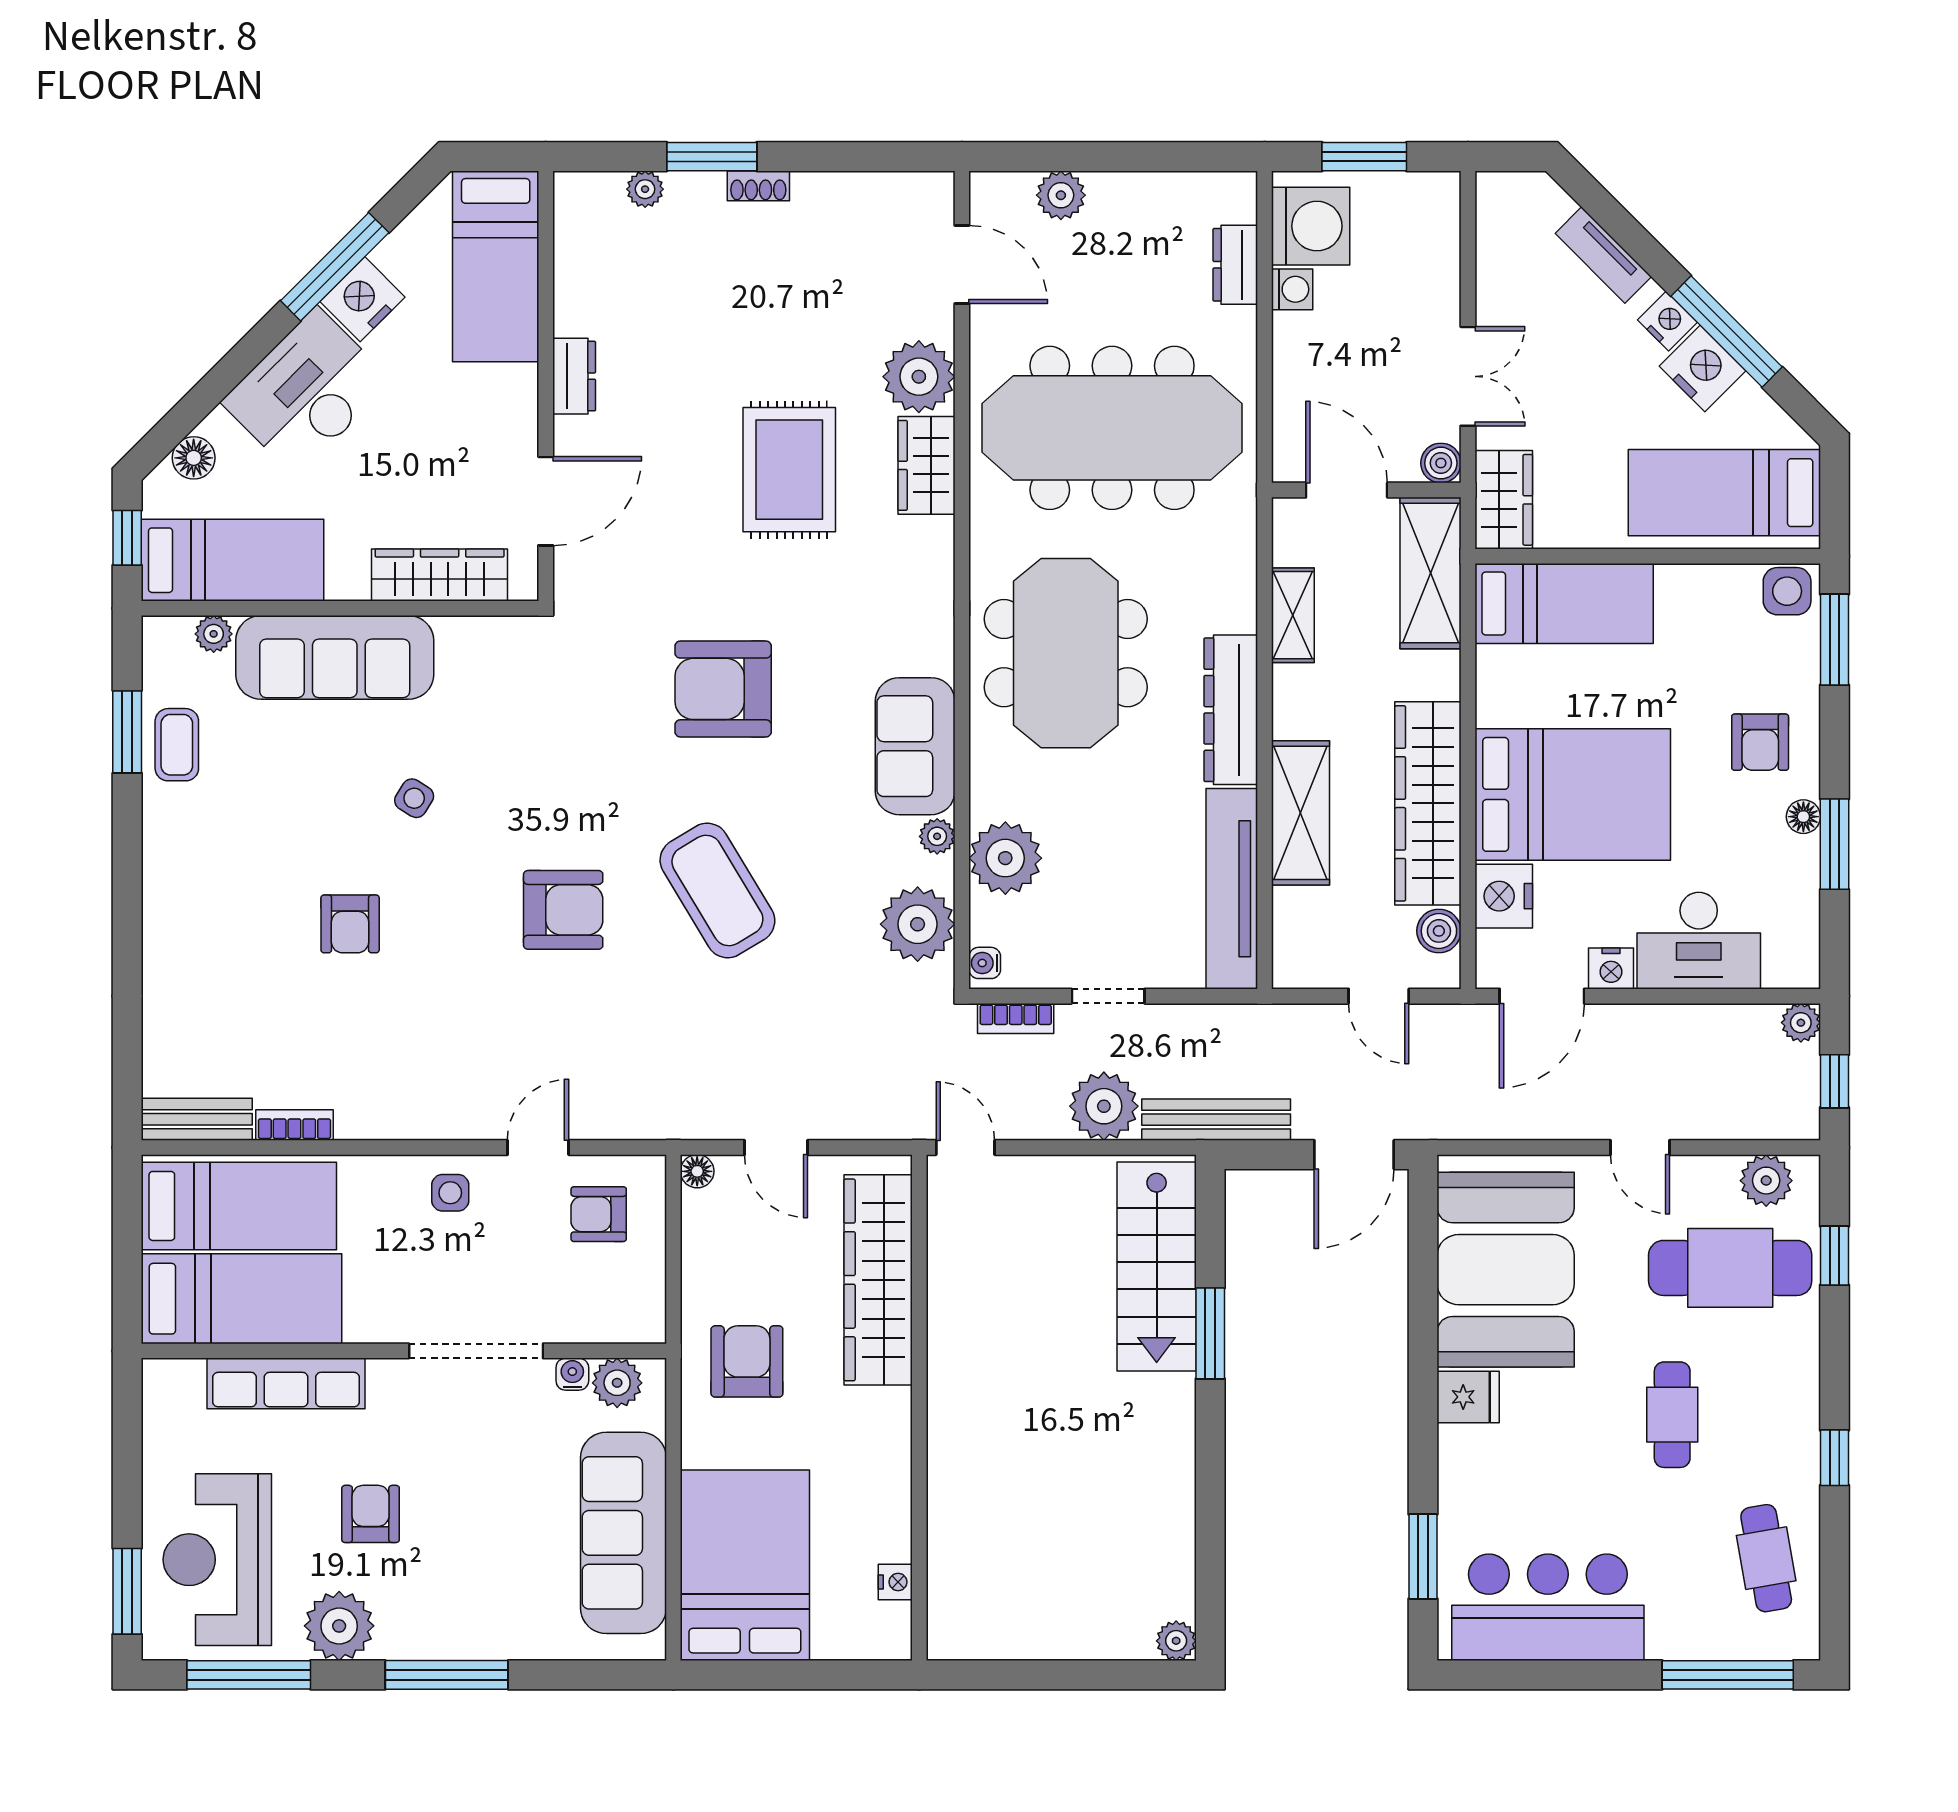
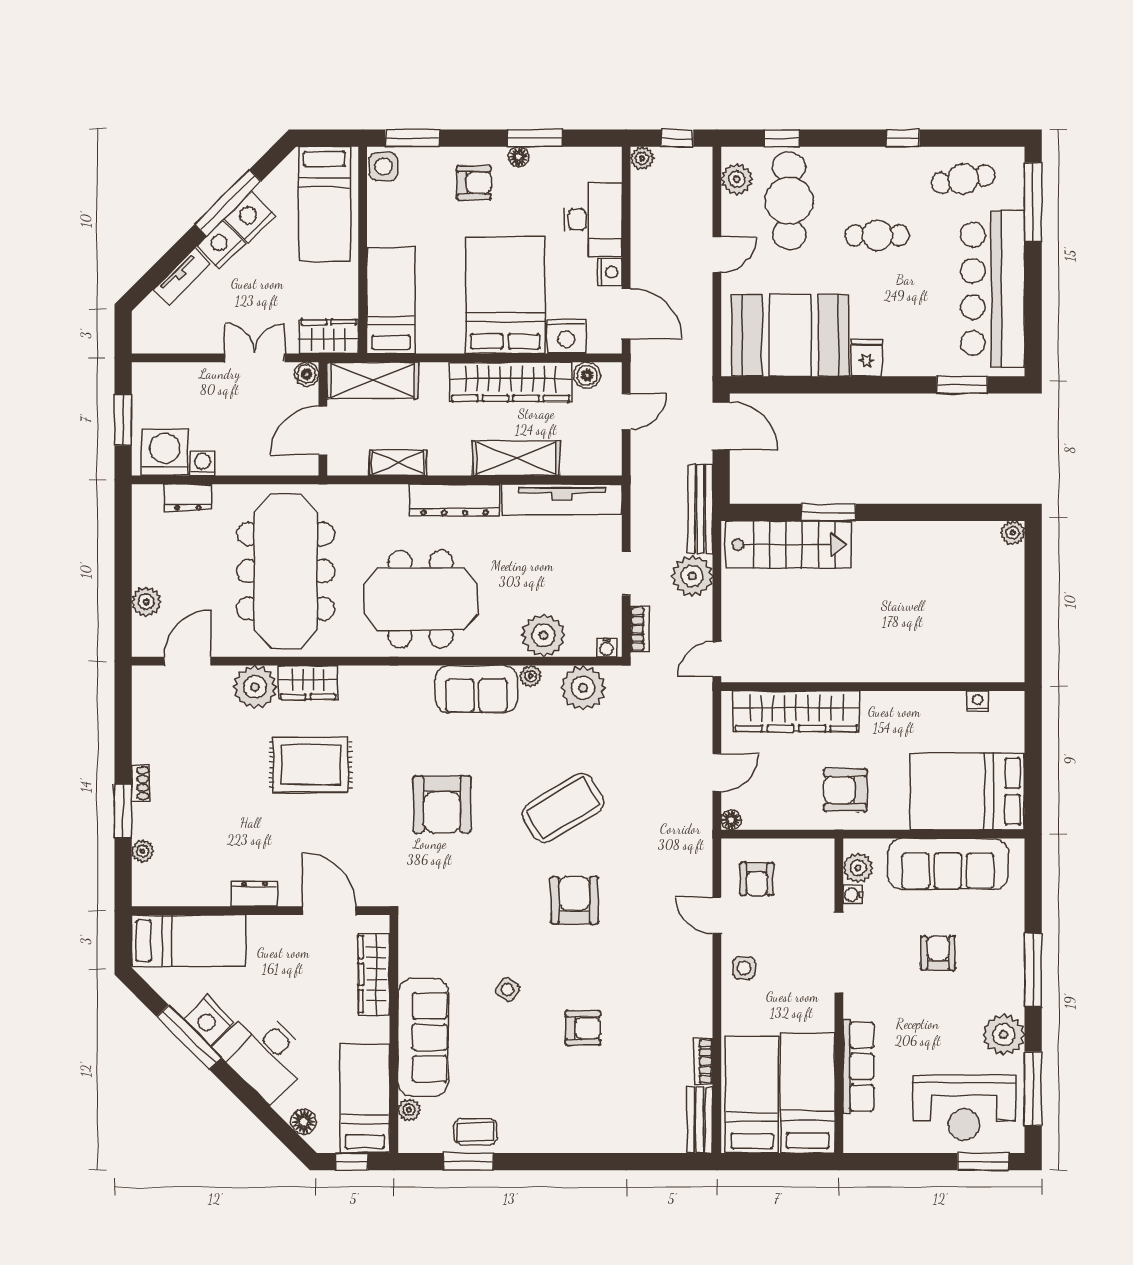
nightstand: (1667, 321) -> (221, 244), width x1.36, depth x1.33
armchair: (371, 1514) -> (938, 953), moved, turned 90
bar counter: (1548, 1607) -> (993, 289), width x1.36

